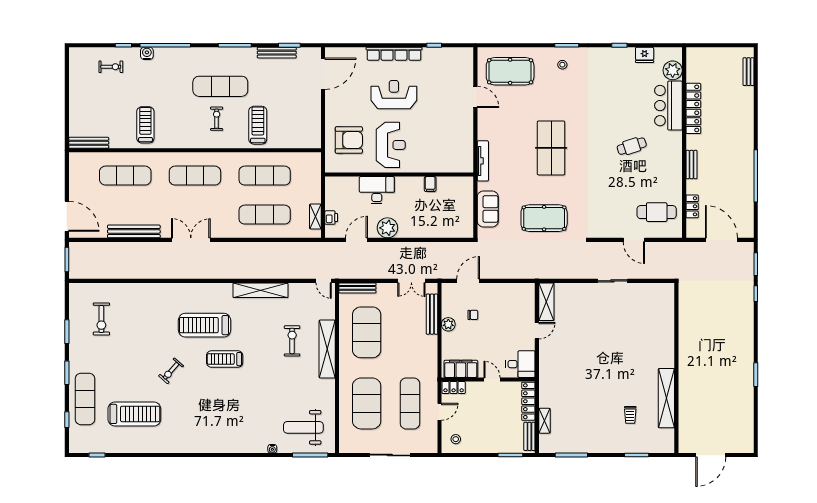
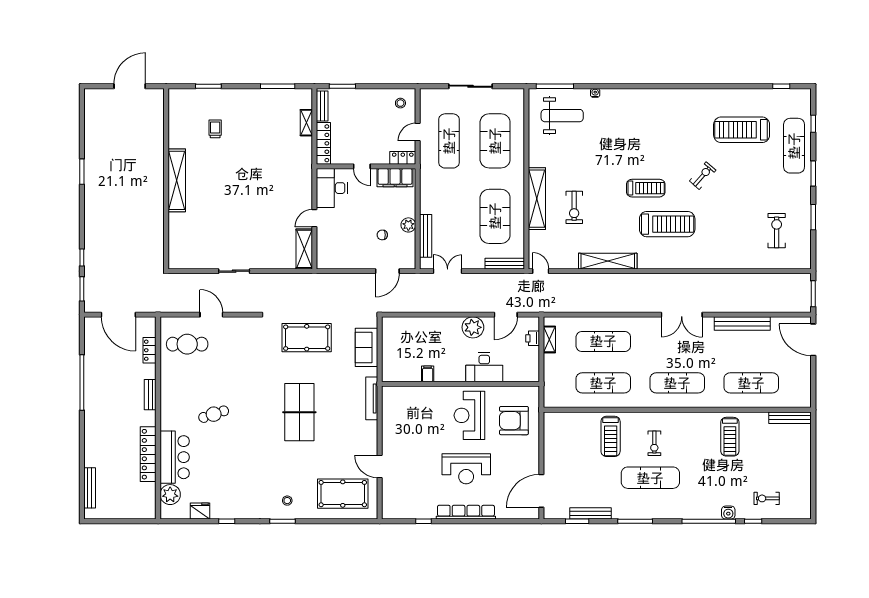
bench: (749, 72) -> (90, 488), width x1.36
desk: (520, 364) -> (332, 188), width x1.37
shelving: (666, 398) -> (177, 180), moved

